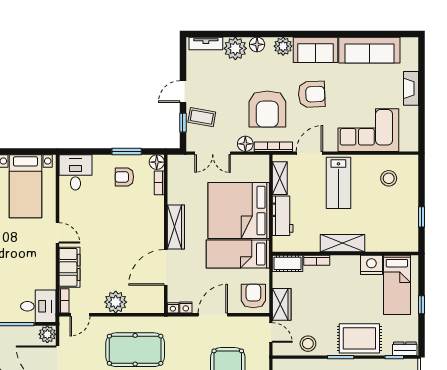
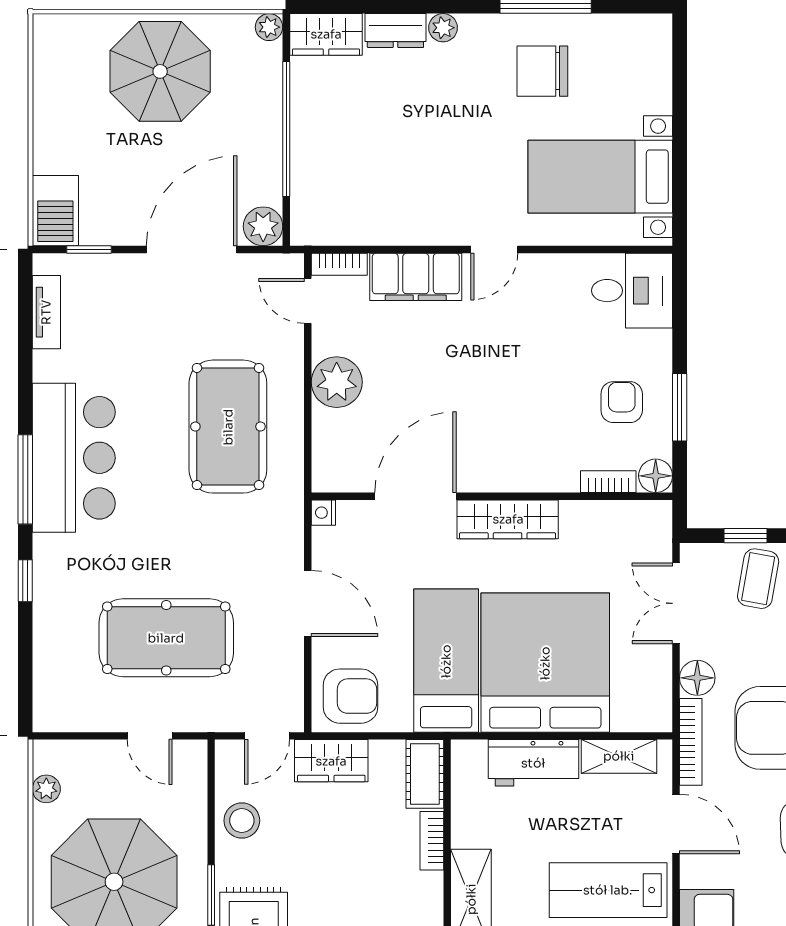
door: (166, 267) -> (415, 496), hinge flipped
desk: (38, 306) -> (327, 206), removed
nightstand: (186, 307) -> (324, 542), removed

